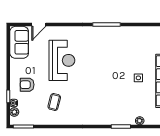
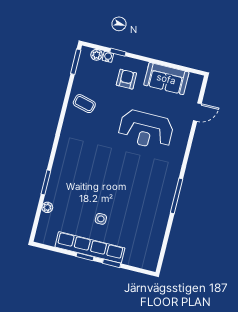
door: (39, 25) -> (197, 112), swing flipped
sofa: (19, 42) -> (166, 79), moved
coffee table: (54, 102) -> (84, 104), moved

